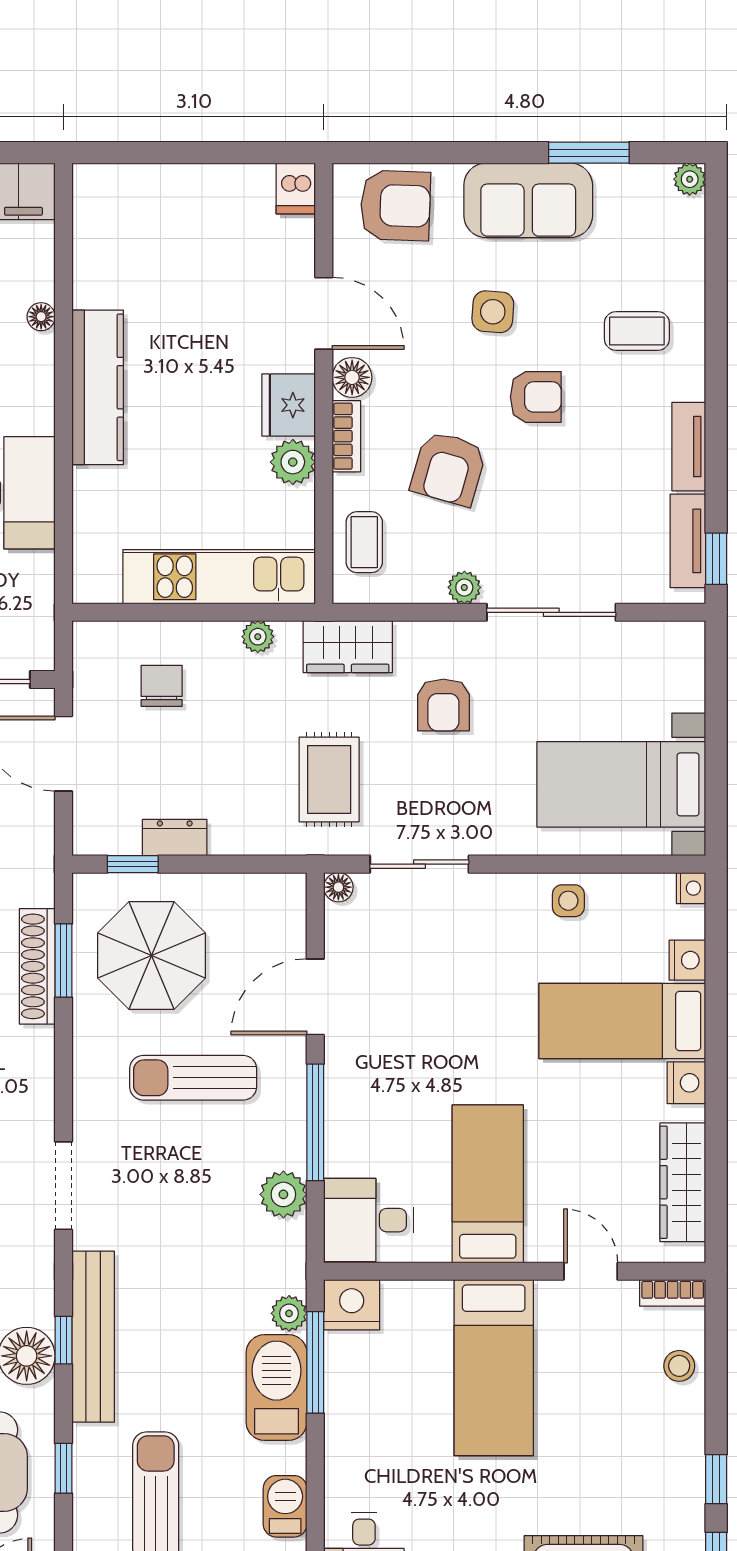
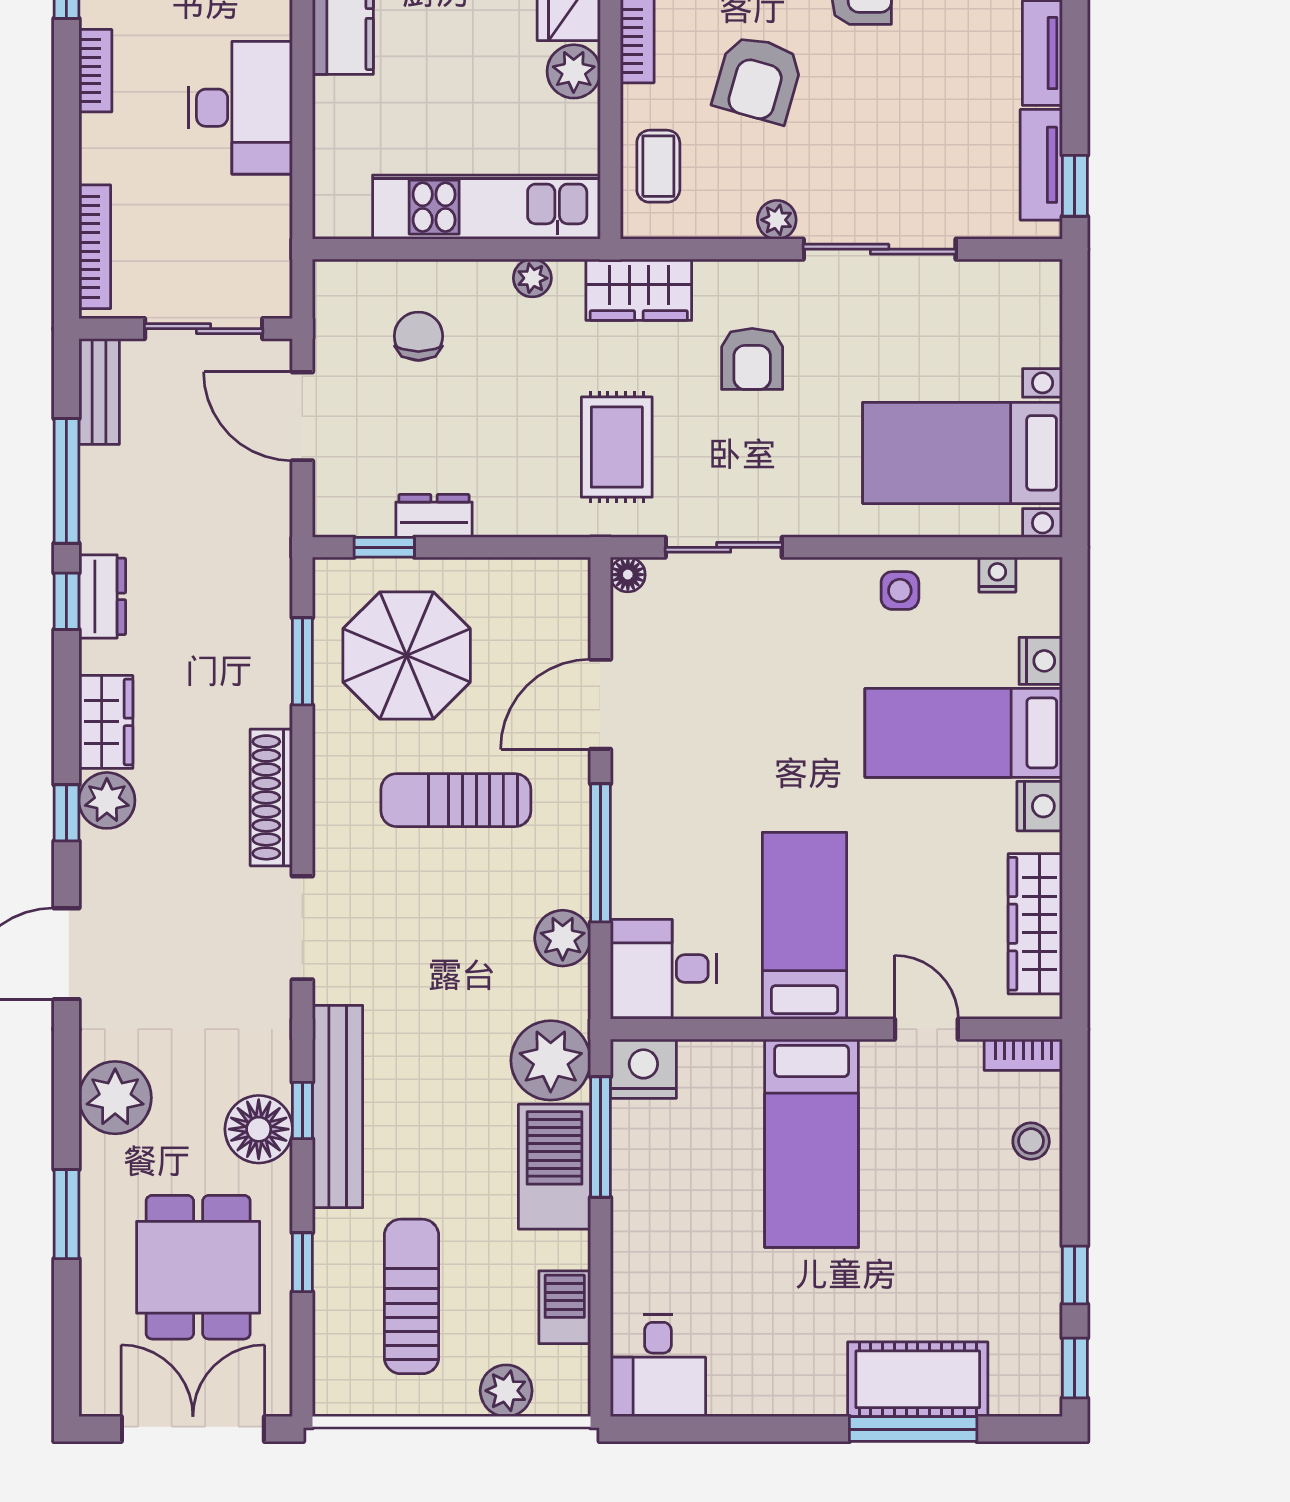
nightstand: (691, 888) -> (997, 575), moved, turned -90
shoe rack: (37, 966) -> (271, 797), moved
plant: (289, 1313) -> (551, 1060), width x1.87, depth x1.87

